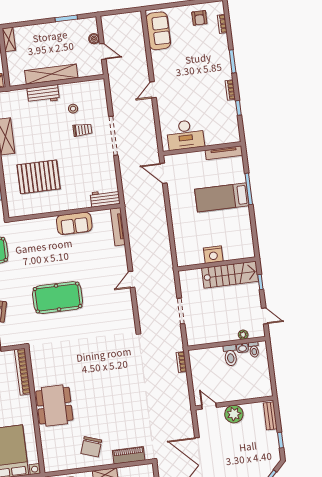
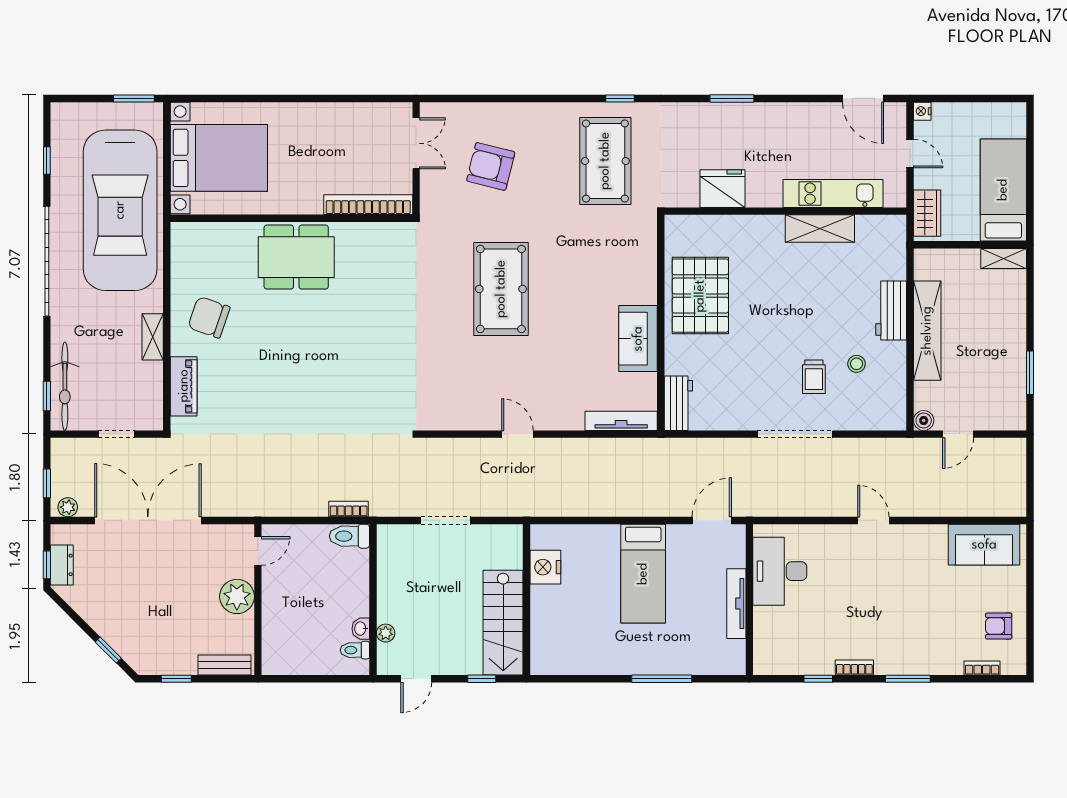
boiler: (94, 39) -> (924, 420), moved
tv unit: (224, 153) -> (736, 604), moved
pallet: (39, 177) -> (700, 296), moved
bed: (222, 197) -> (643, 574), moved, turned 180
nightstand: (213, 255) -> (545, 567), moved
toilet: (230, 355) -> (349, 536), moved

